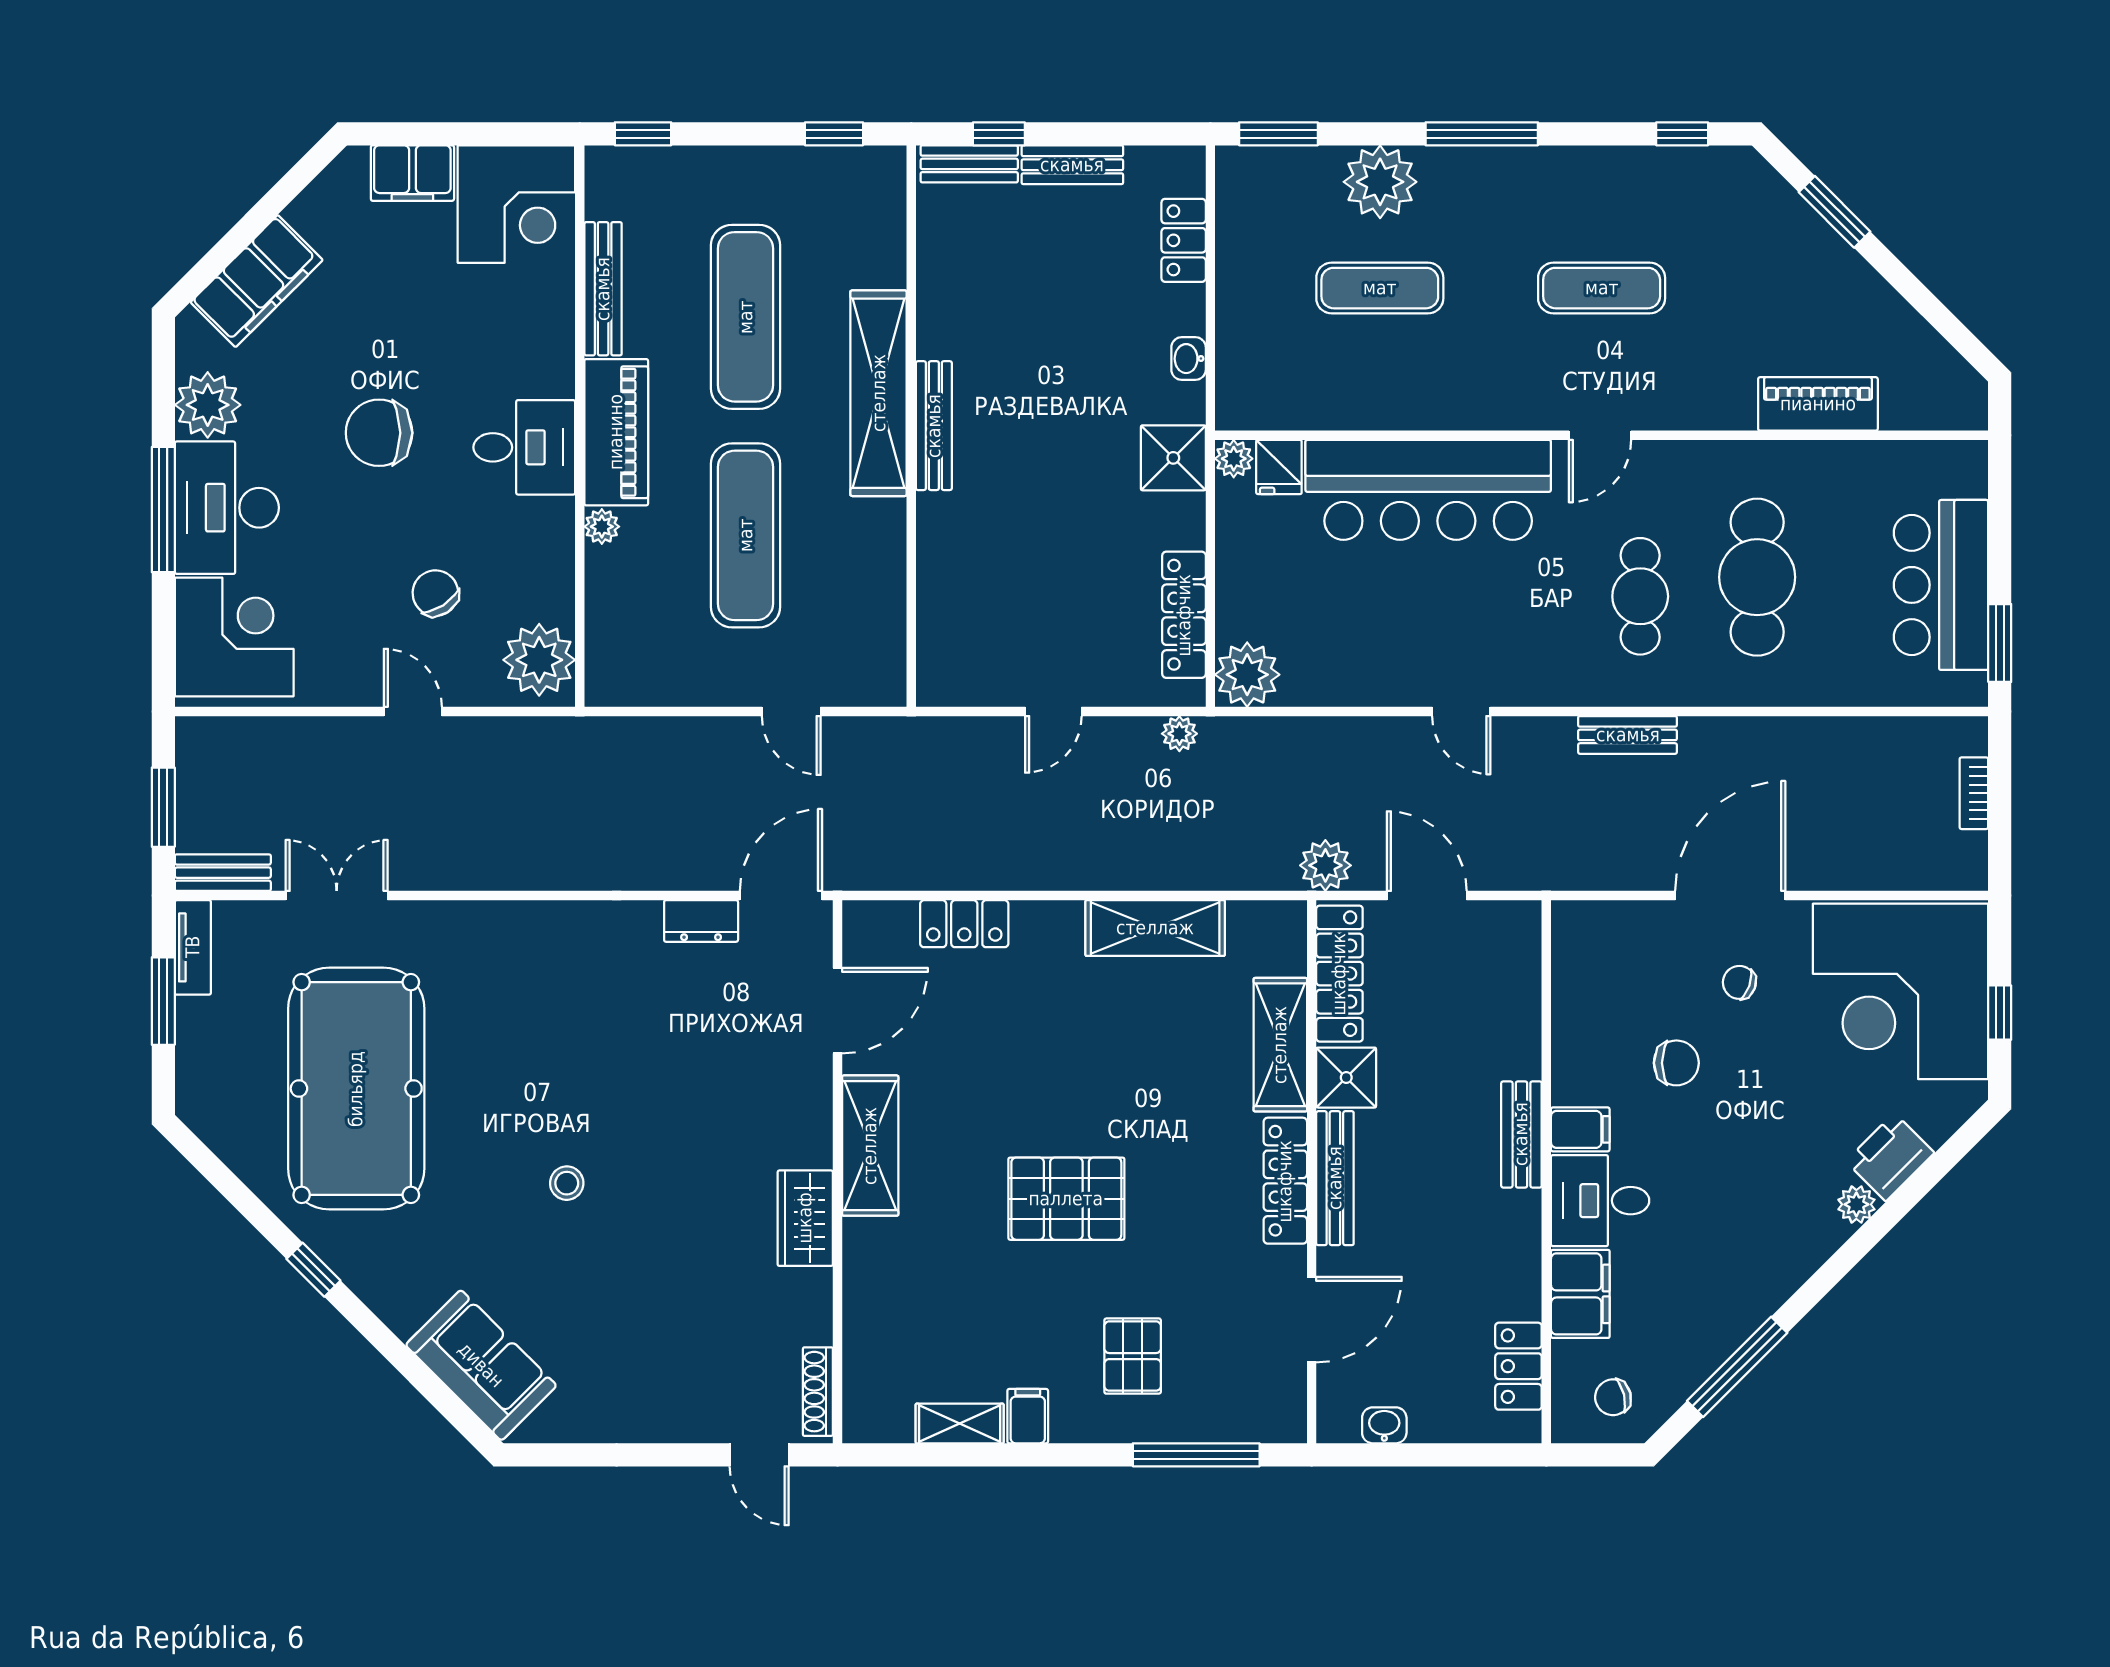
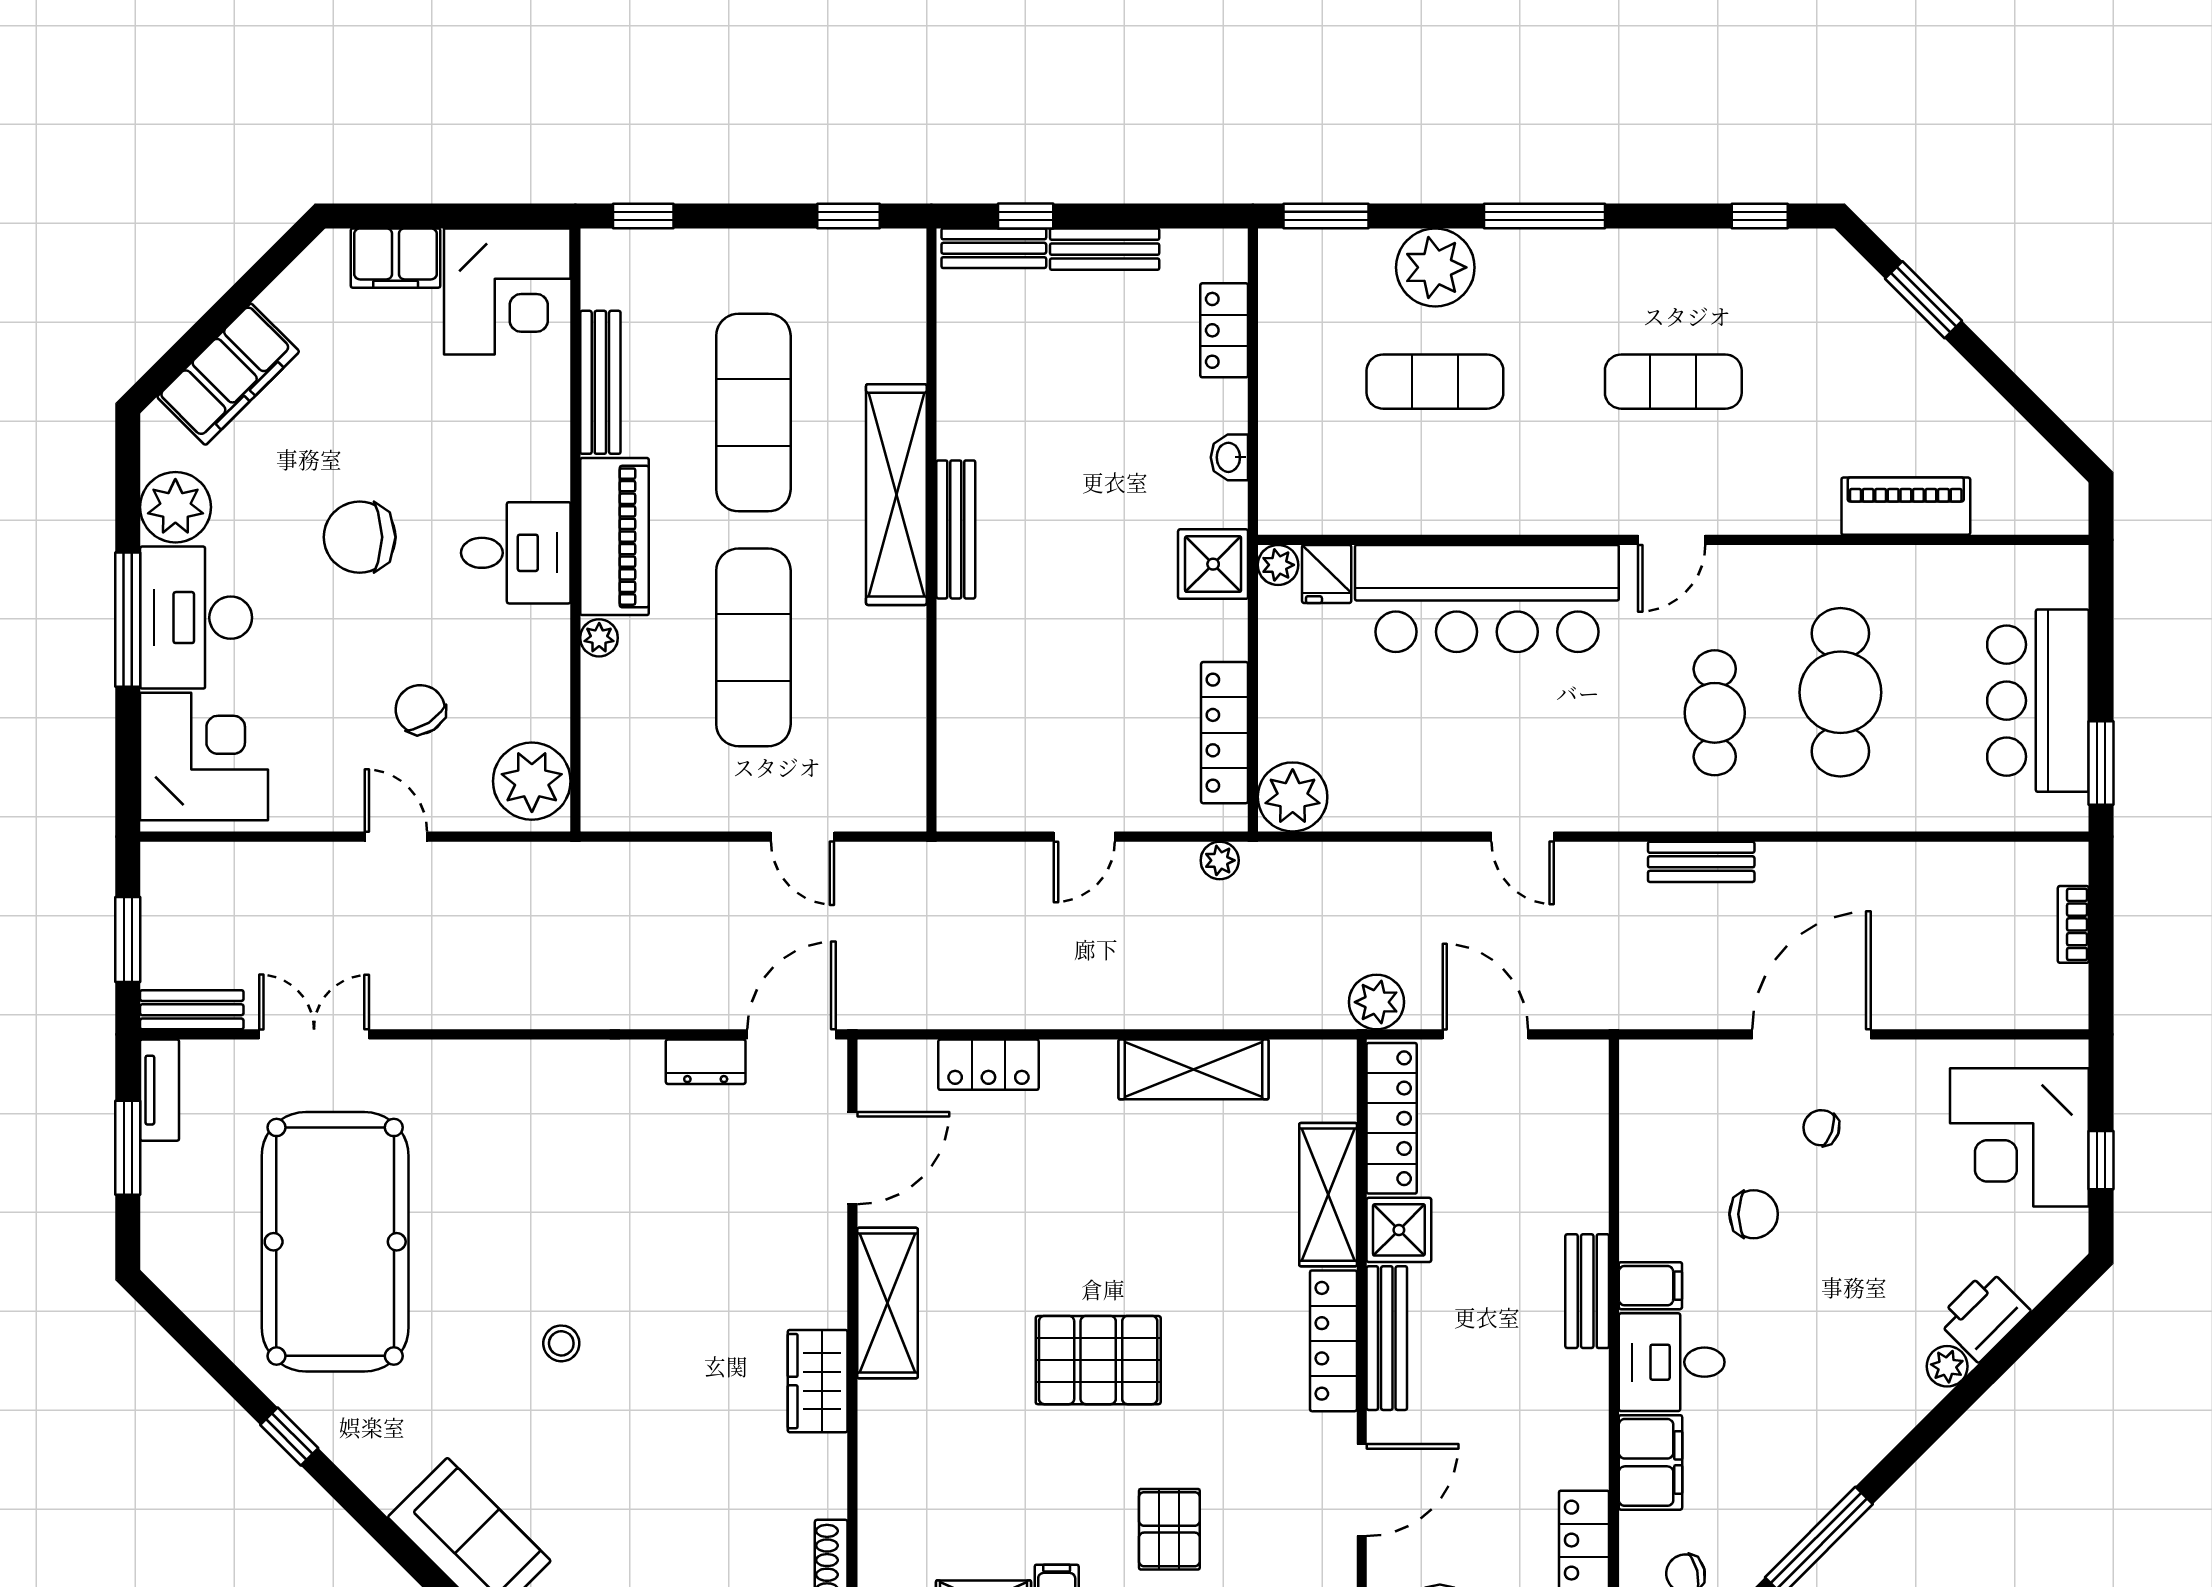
corner desk: (1900, 991) -> (2019, 1137), width x0.74, depth x0.74

